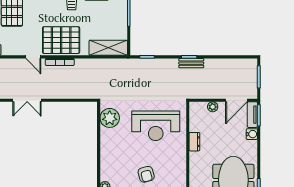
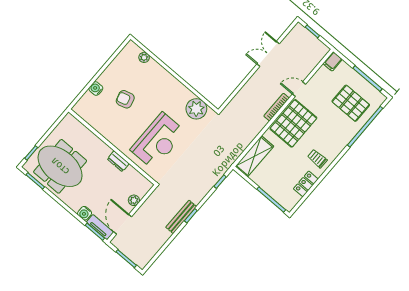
bench: (191, 63) -> (181, 217), width x1.36
reception desk: (156, 126) -> (158, 141), turned 180

